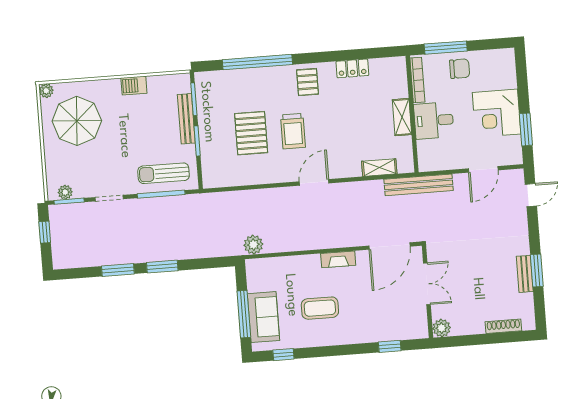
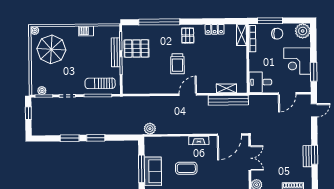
plant: (503, 61) -> (303, 31), added
shelving: (402, 117) -> (241, 35), moved
desk: (434, 120) -> (260, 82), moved
pallet: (251, 133) -> (137, 48), moved, turned 90
bench: (419, 185) -> (228, 100), moved

